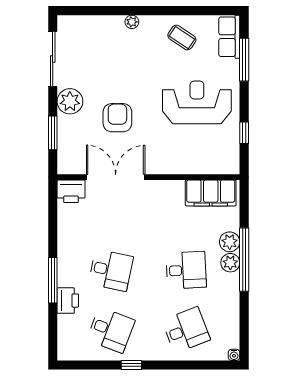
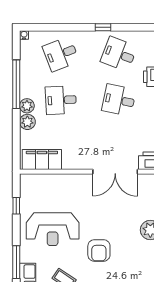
armchair: (117, 118) -> (99, 250), moved
window: (244, 260) -> (16, 84), moved

